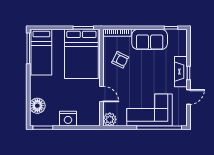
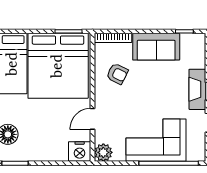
bed: (81, 54) -> (58, 66), width x1.36
door: (101, 94) -> (92, 119), swing flipped
nightstand: (68, 119) -> (80, 152), moved

